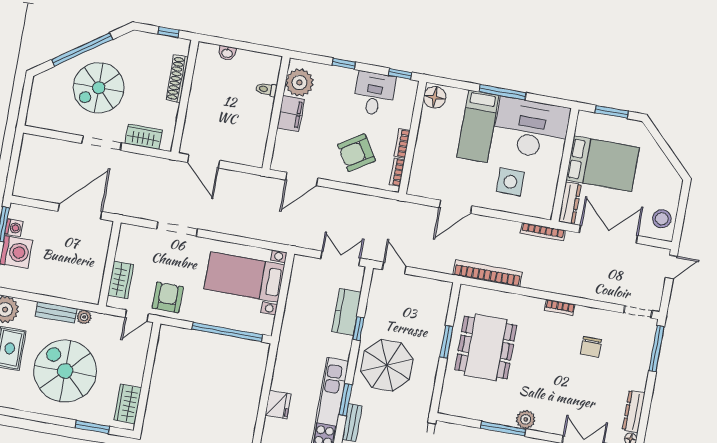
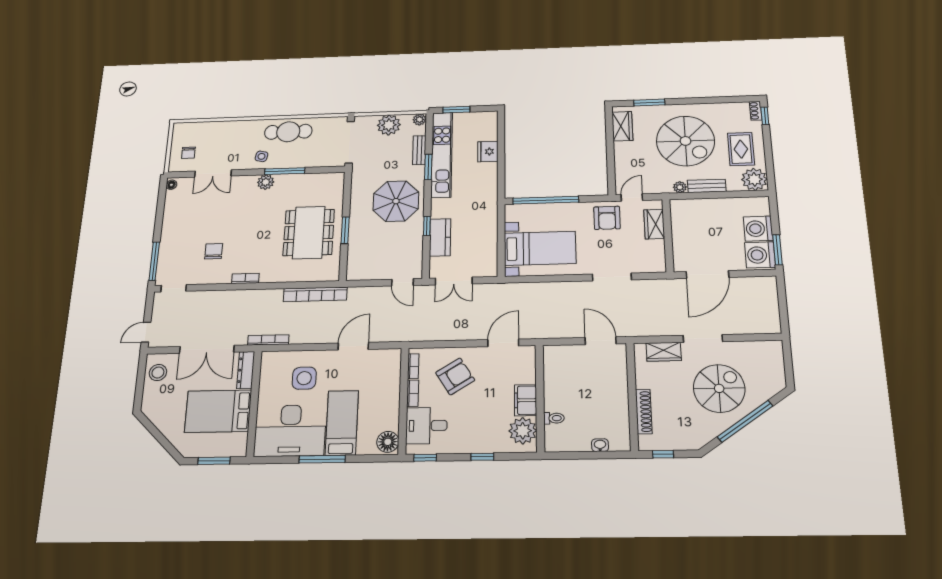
desk: (374, 94) -> (427, 426), moved, turned 90
washing machine: (14, 228) -> (760, 255), width x1.89, depth x1.89
dresser: (634, 411) -> (171, 207), removed

